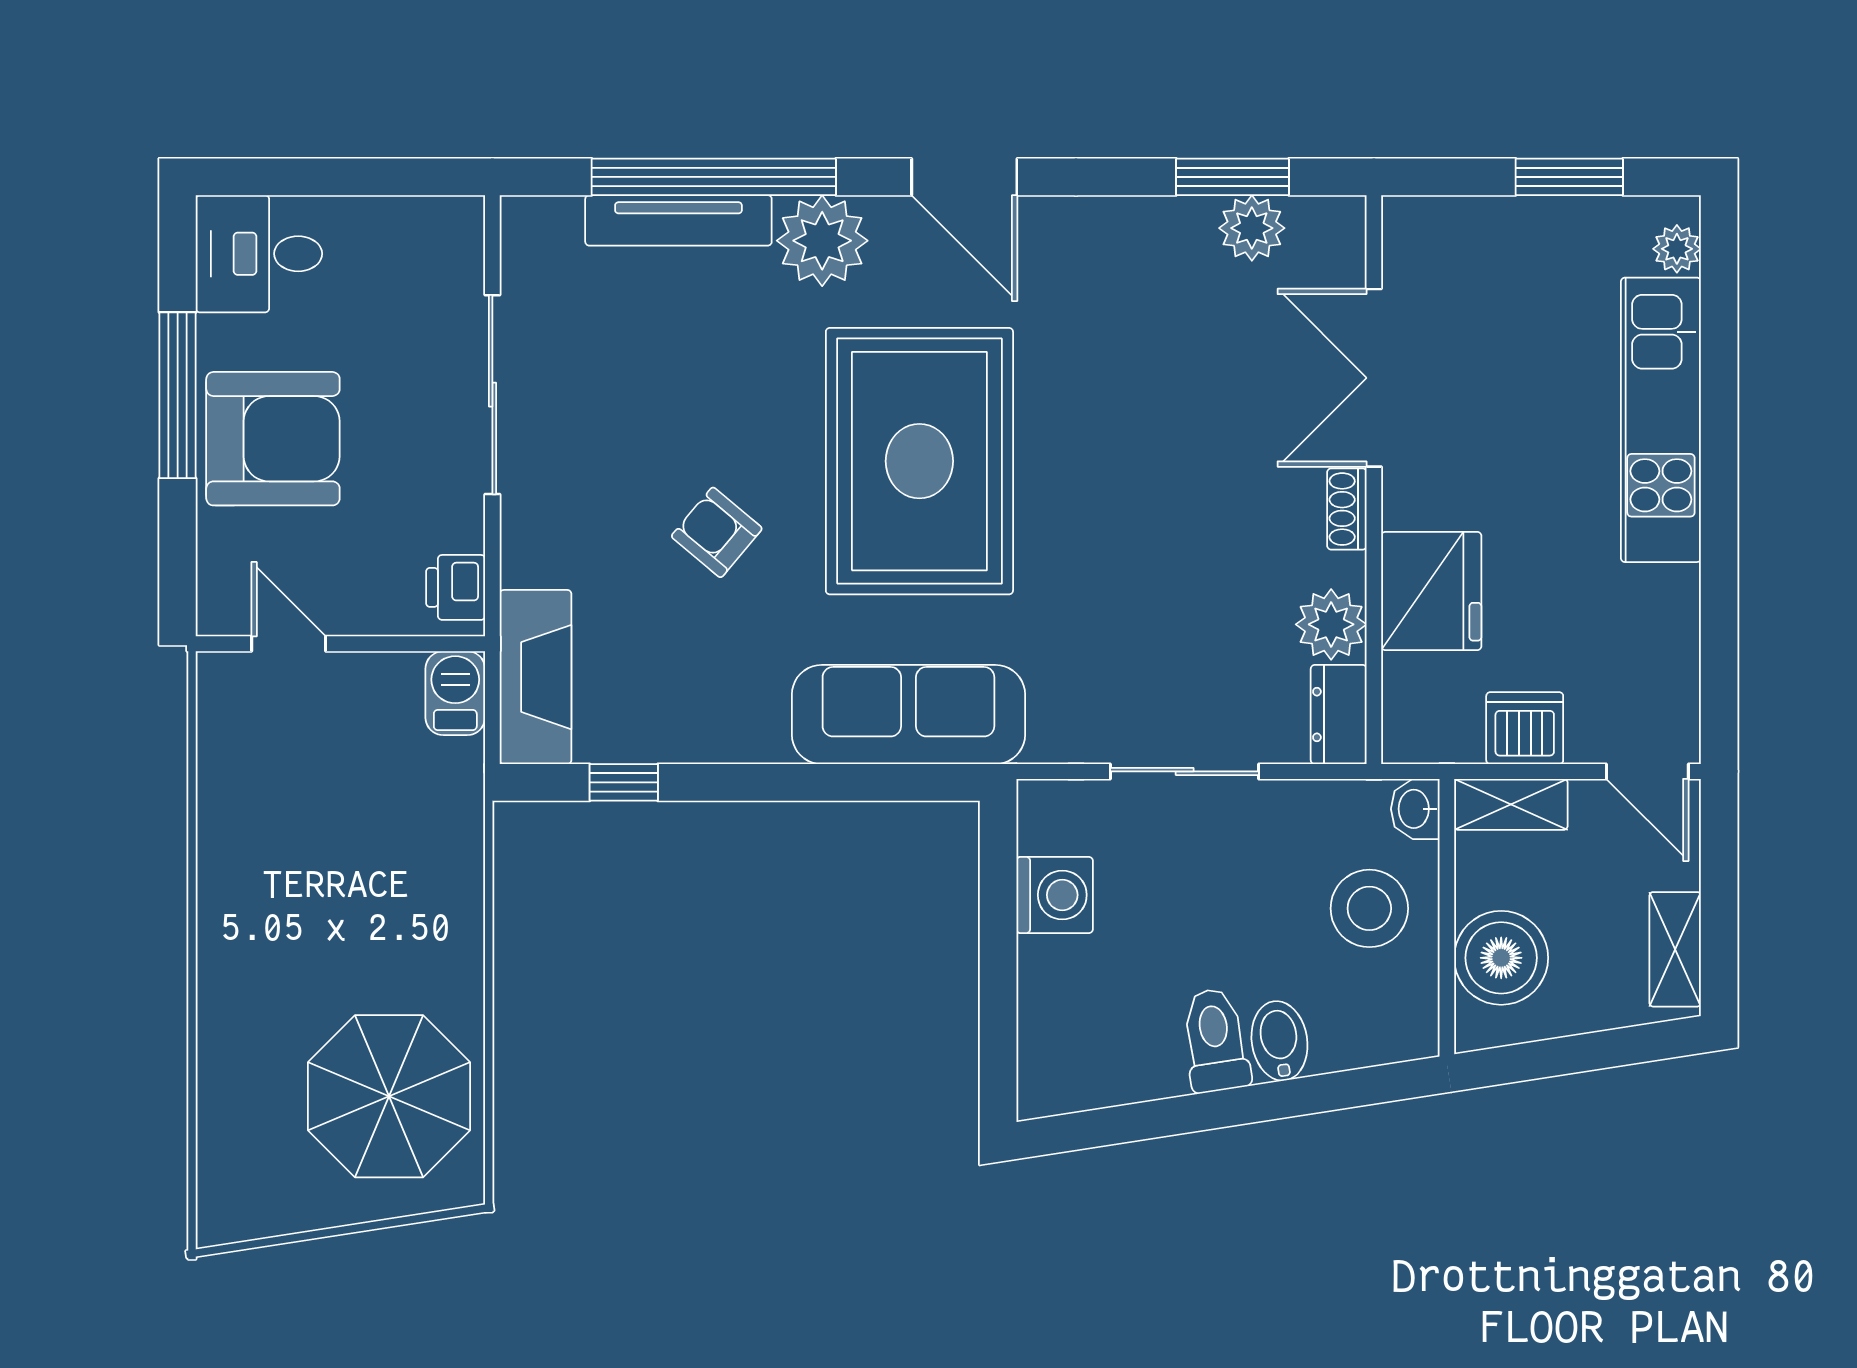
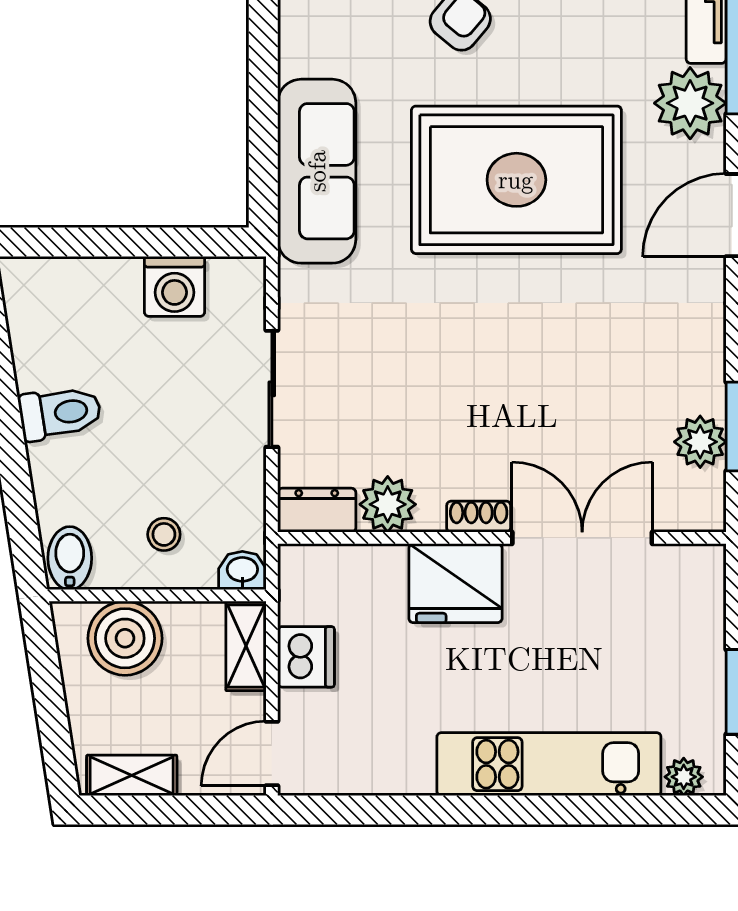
fridge: (1431, 591) -> (455, 583), moved
stool: (1369, 908) -> (164, 534), width x0.53, depth x0.53
bidet: (1279, 1041) -> (70, 558), moved, turned -81

